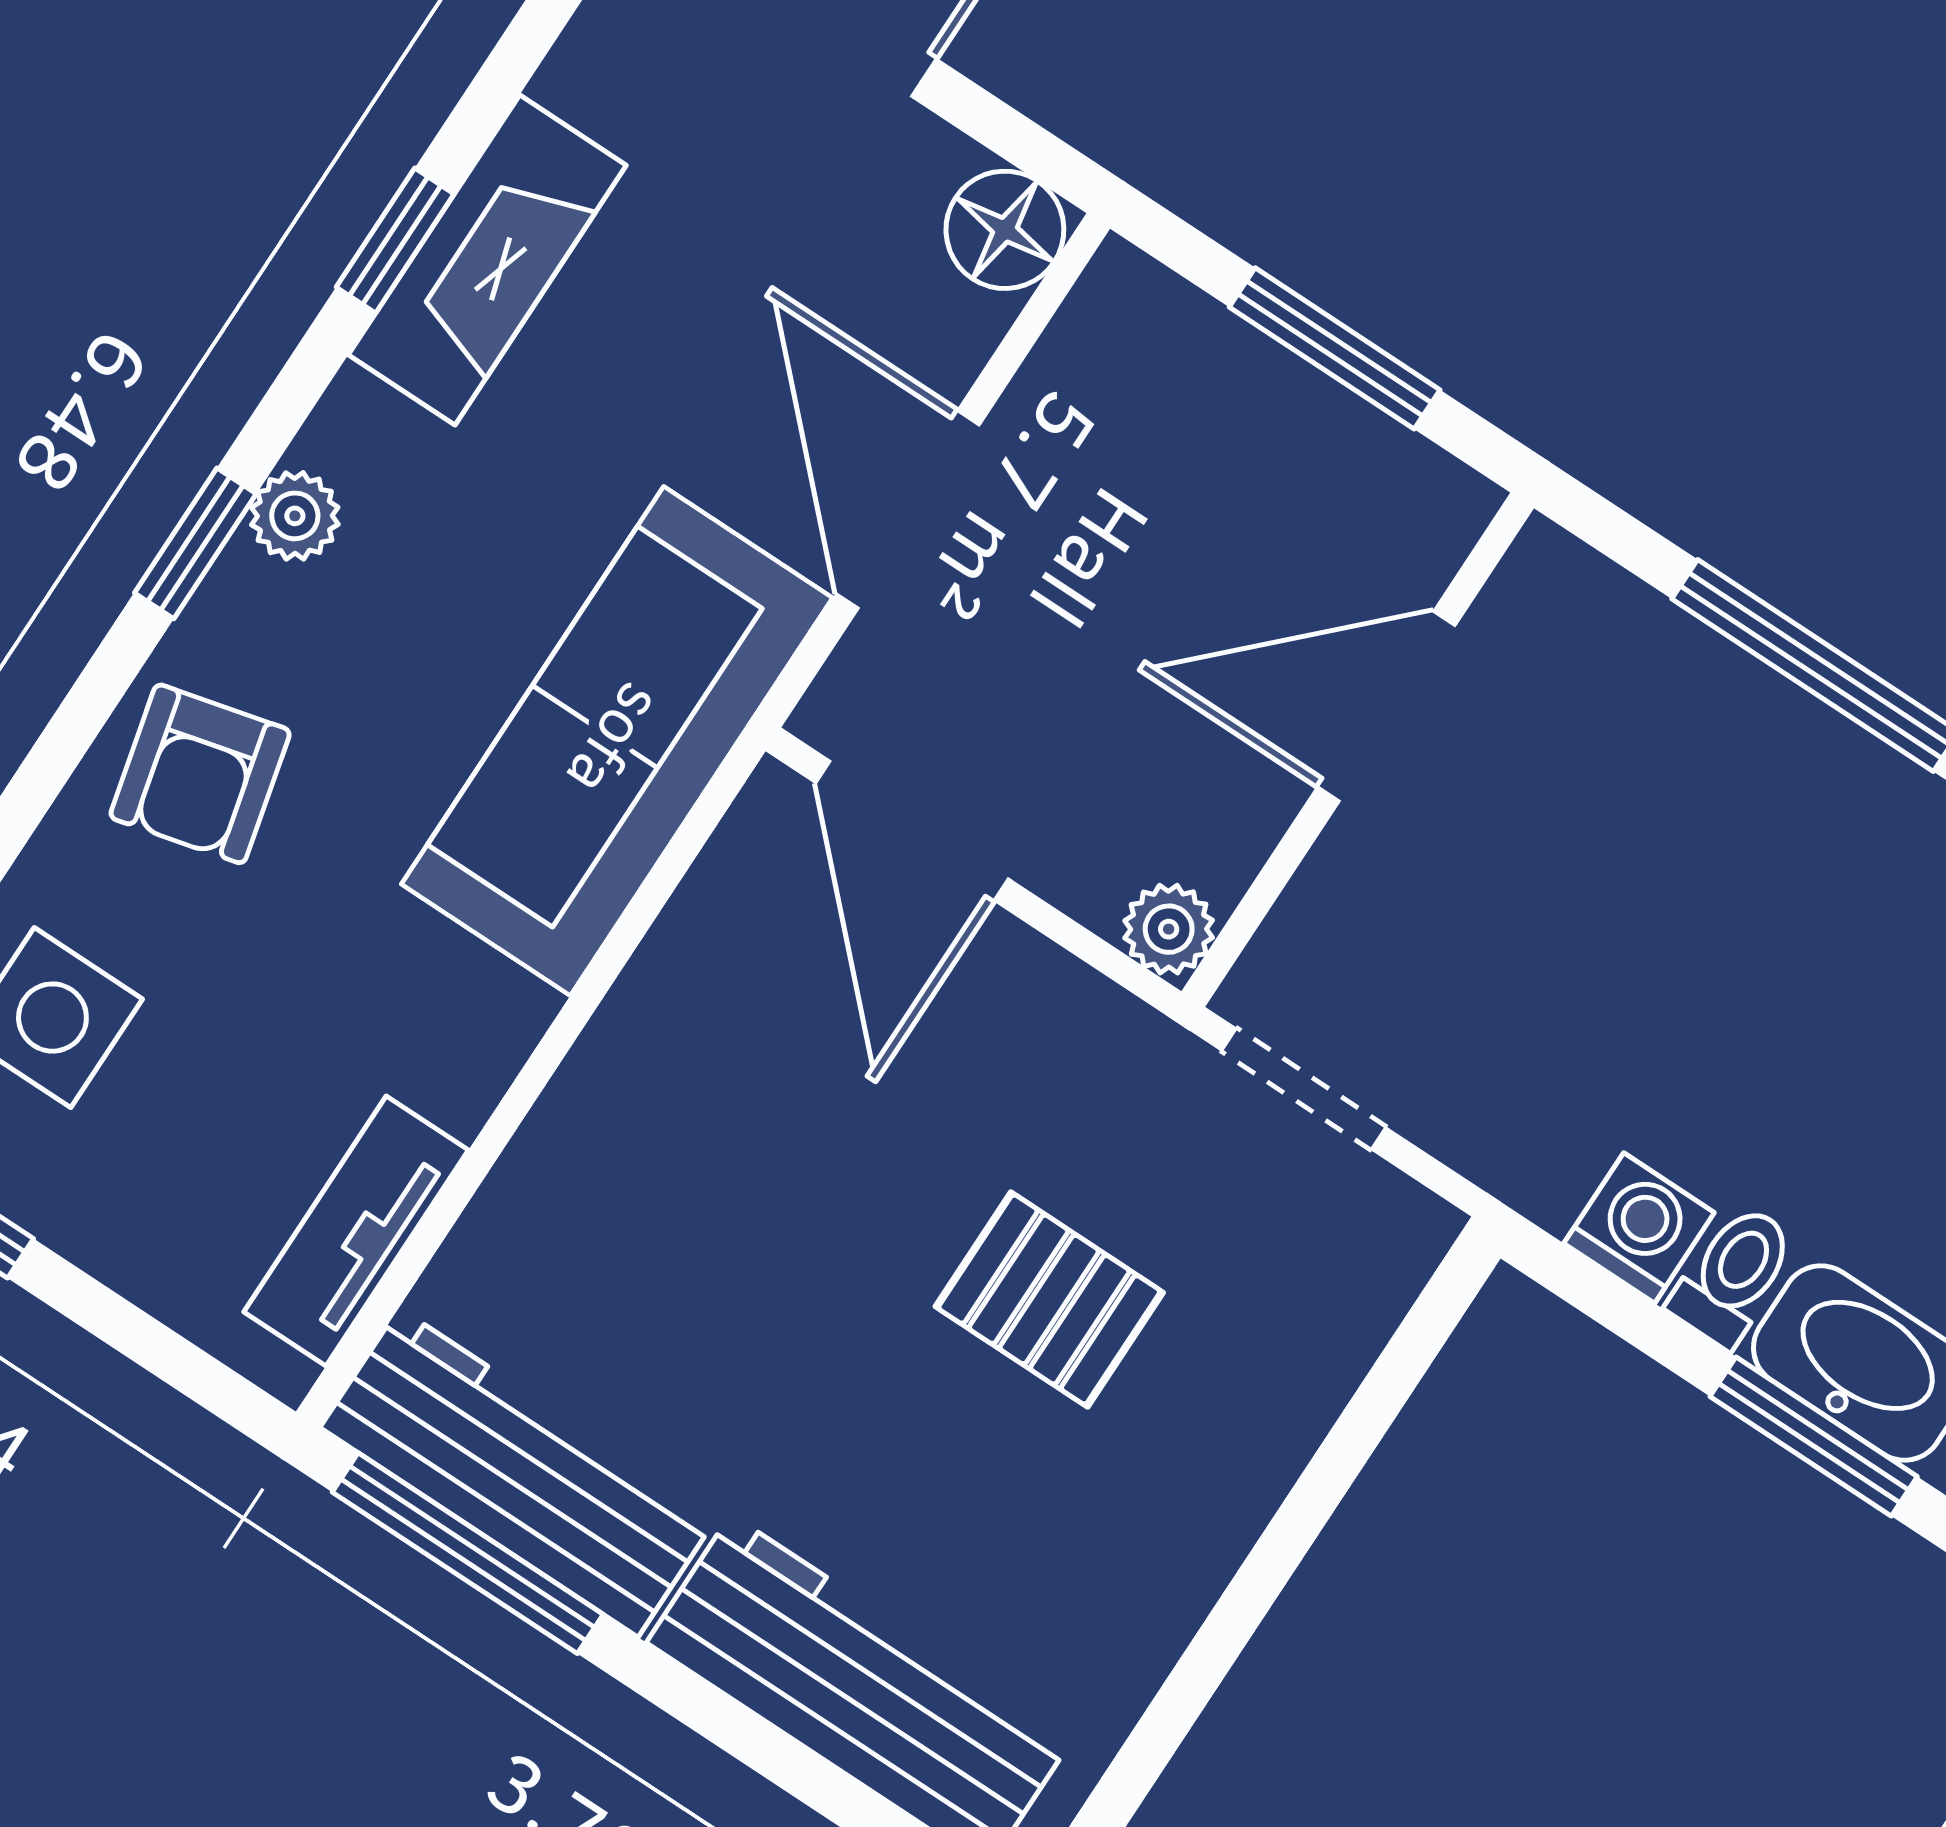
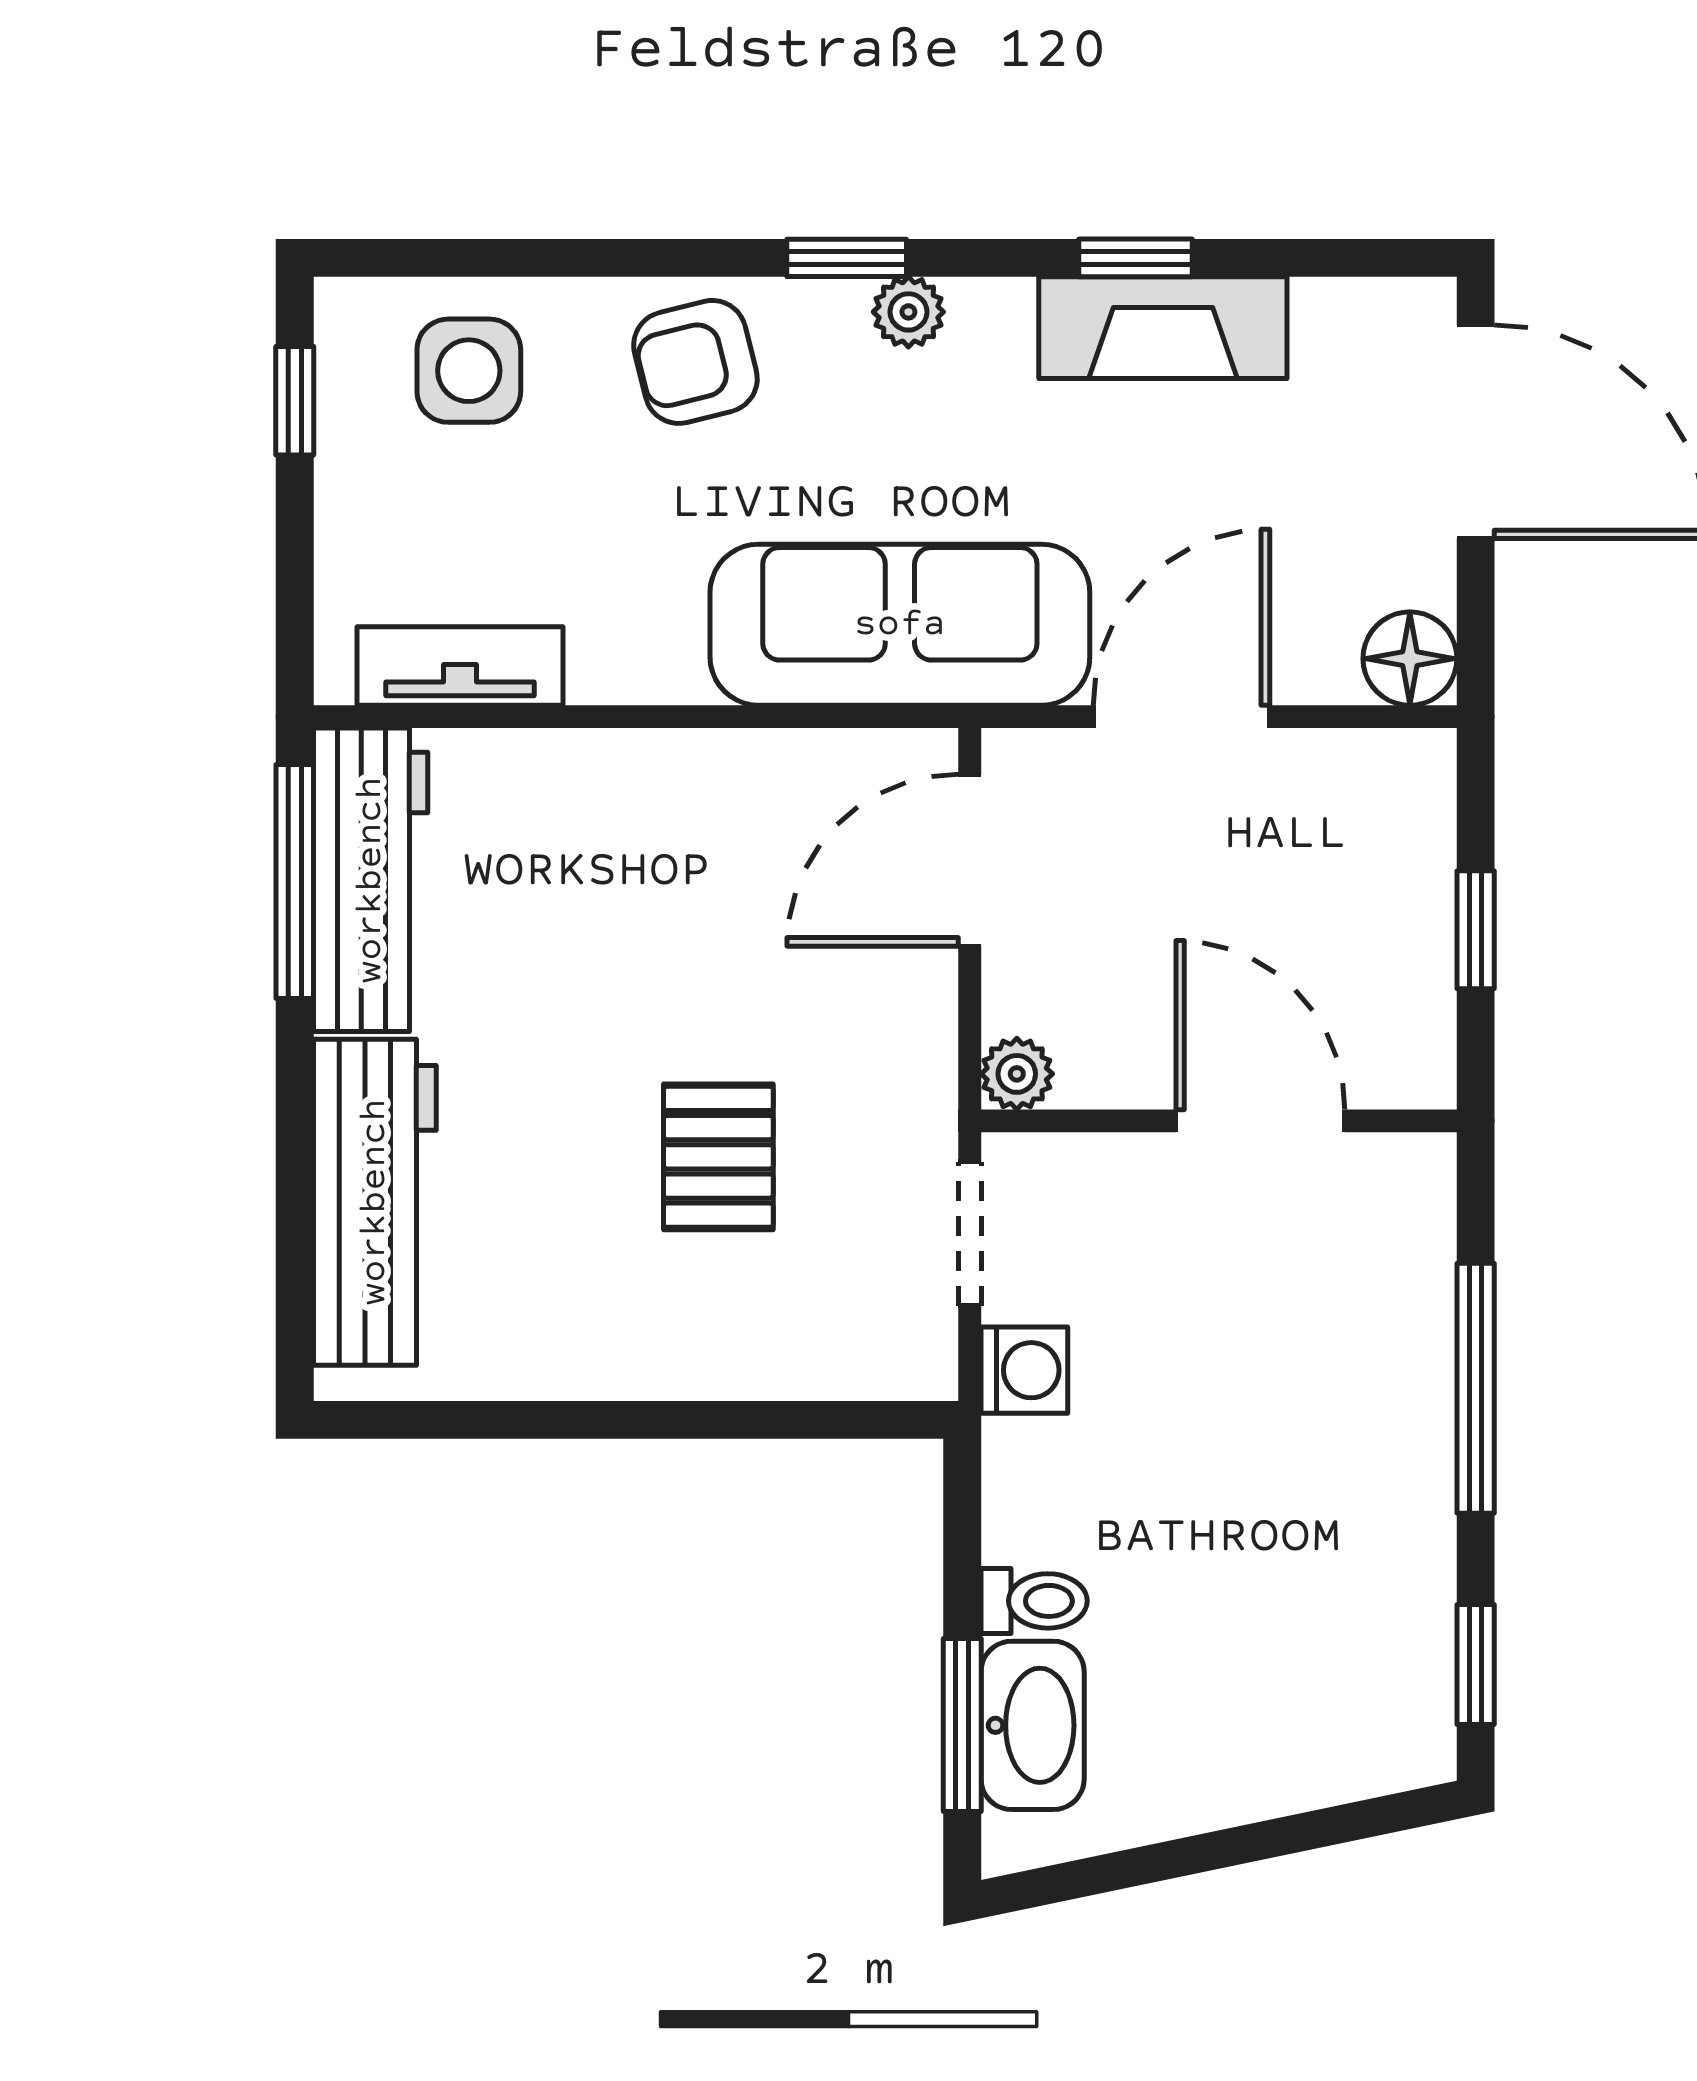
window: (1335, 348) -> (1476, 930), width x0.67
washing machine: (1639, 1228) -> (1024, 1370), moved

